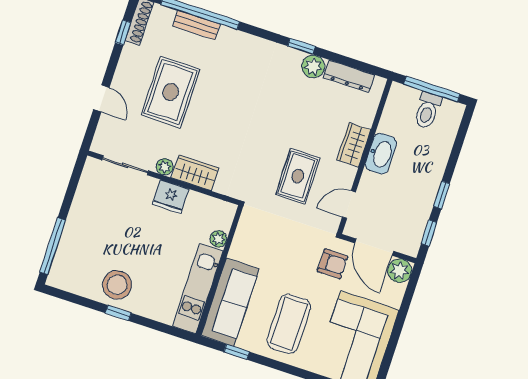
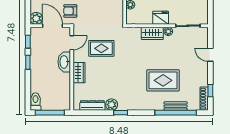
rug: (170, 92) -> (163, 80), moved, turned 90
toilet: (427, 110) -> (35, 102), moved
washbasin: (381, 154) -> (64, 62), moved
rug: (298, 176) -> (101, 48), turned 90

